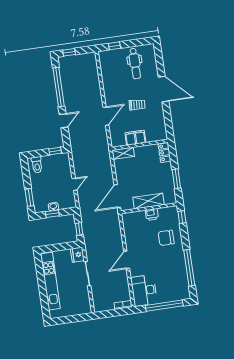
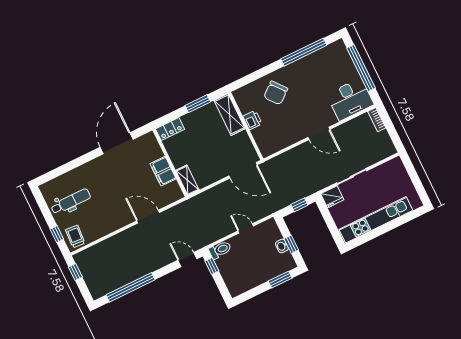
window: (69, 52) -> (75, 272), moved
door: (163, 89) -> (117, 143), moved
trolley: (137, 105) -> (75, 236), moved
door: (64, 121) -> (187, 260), moved
toilet: (37, 165) -> (220, 250), moved
shelving: (149, 201) -> (230, 115), moved
window: (182, 217) -> (243, 81), removed
chair: (166, 238) -> (276, 93), turned 51

